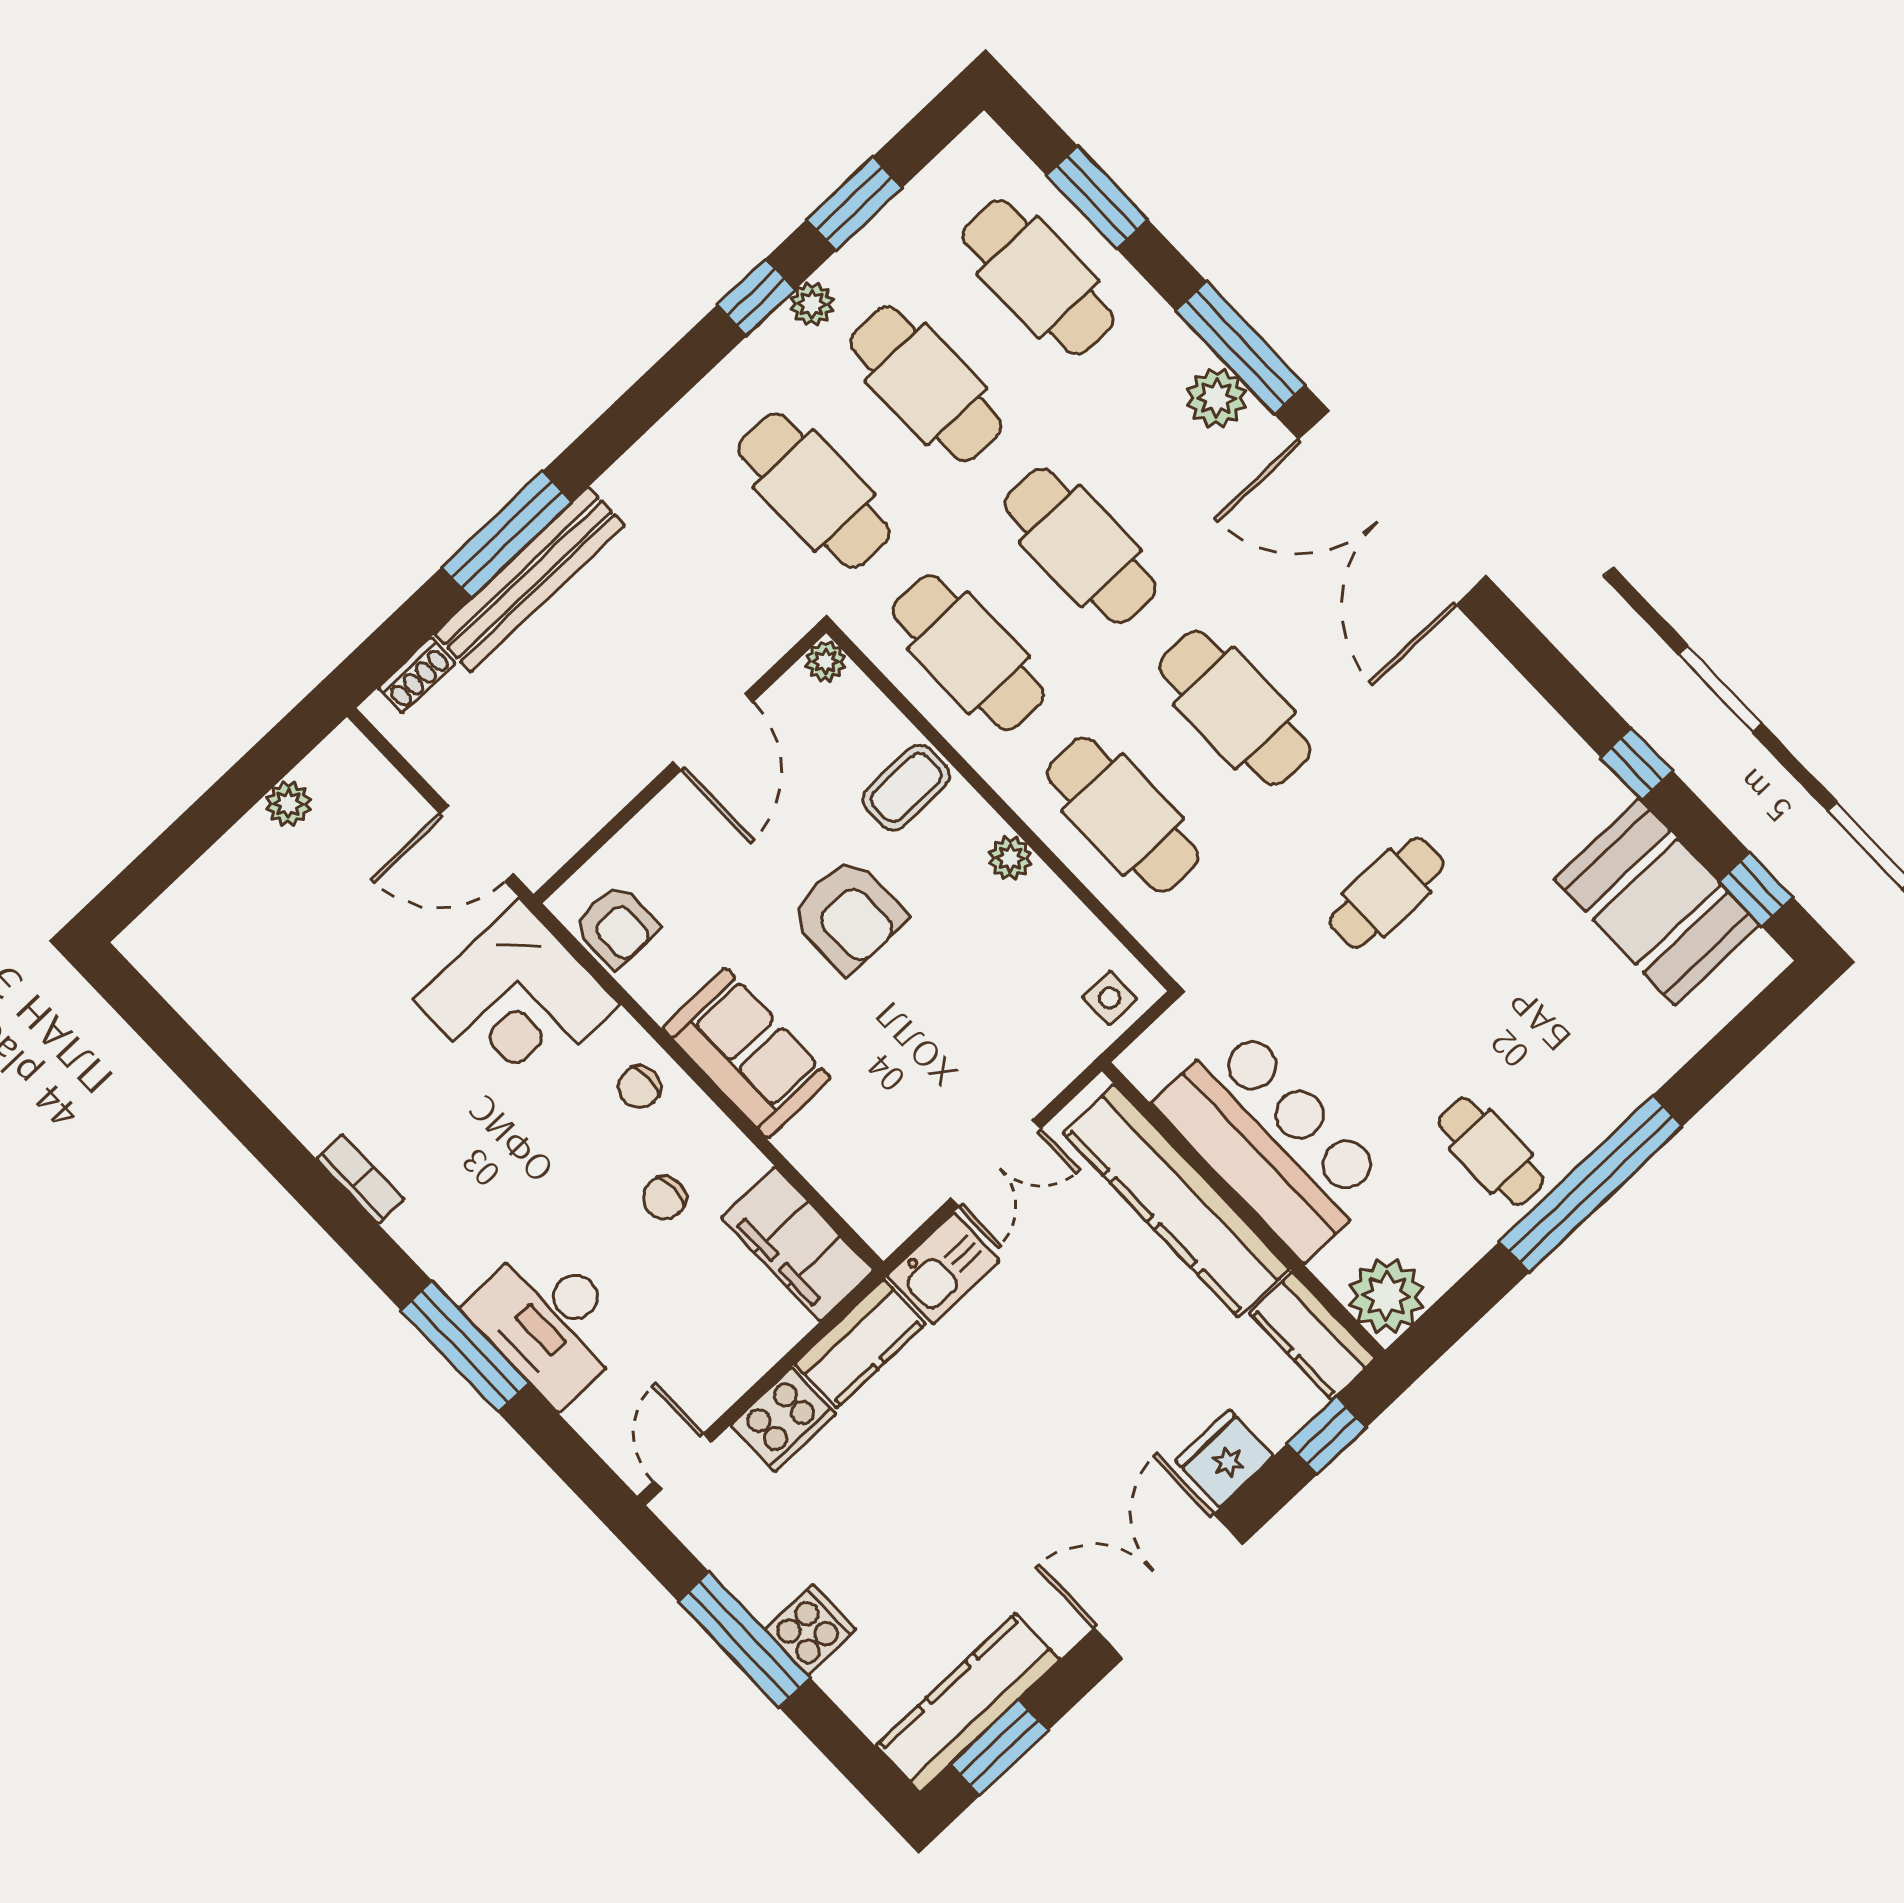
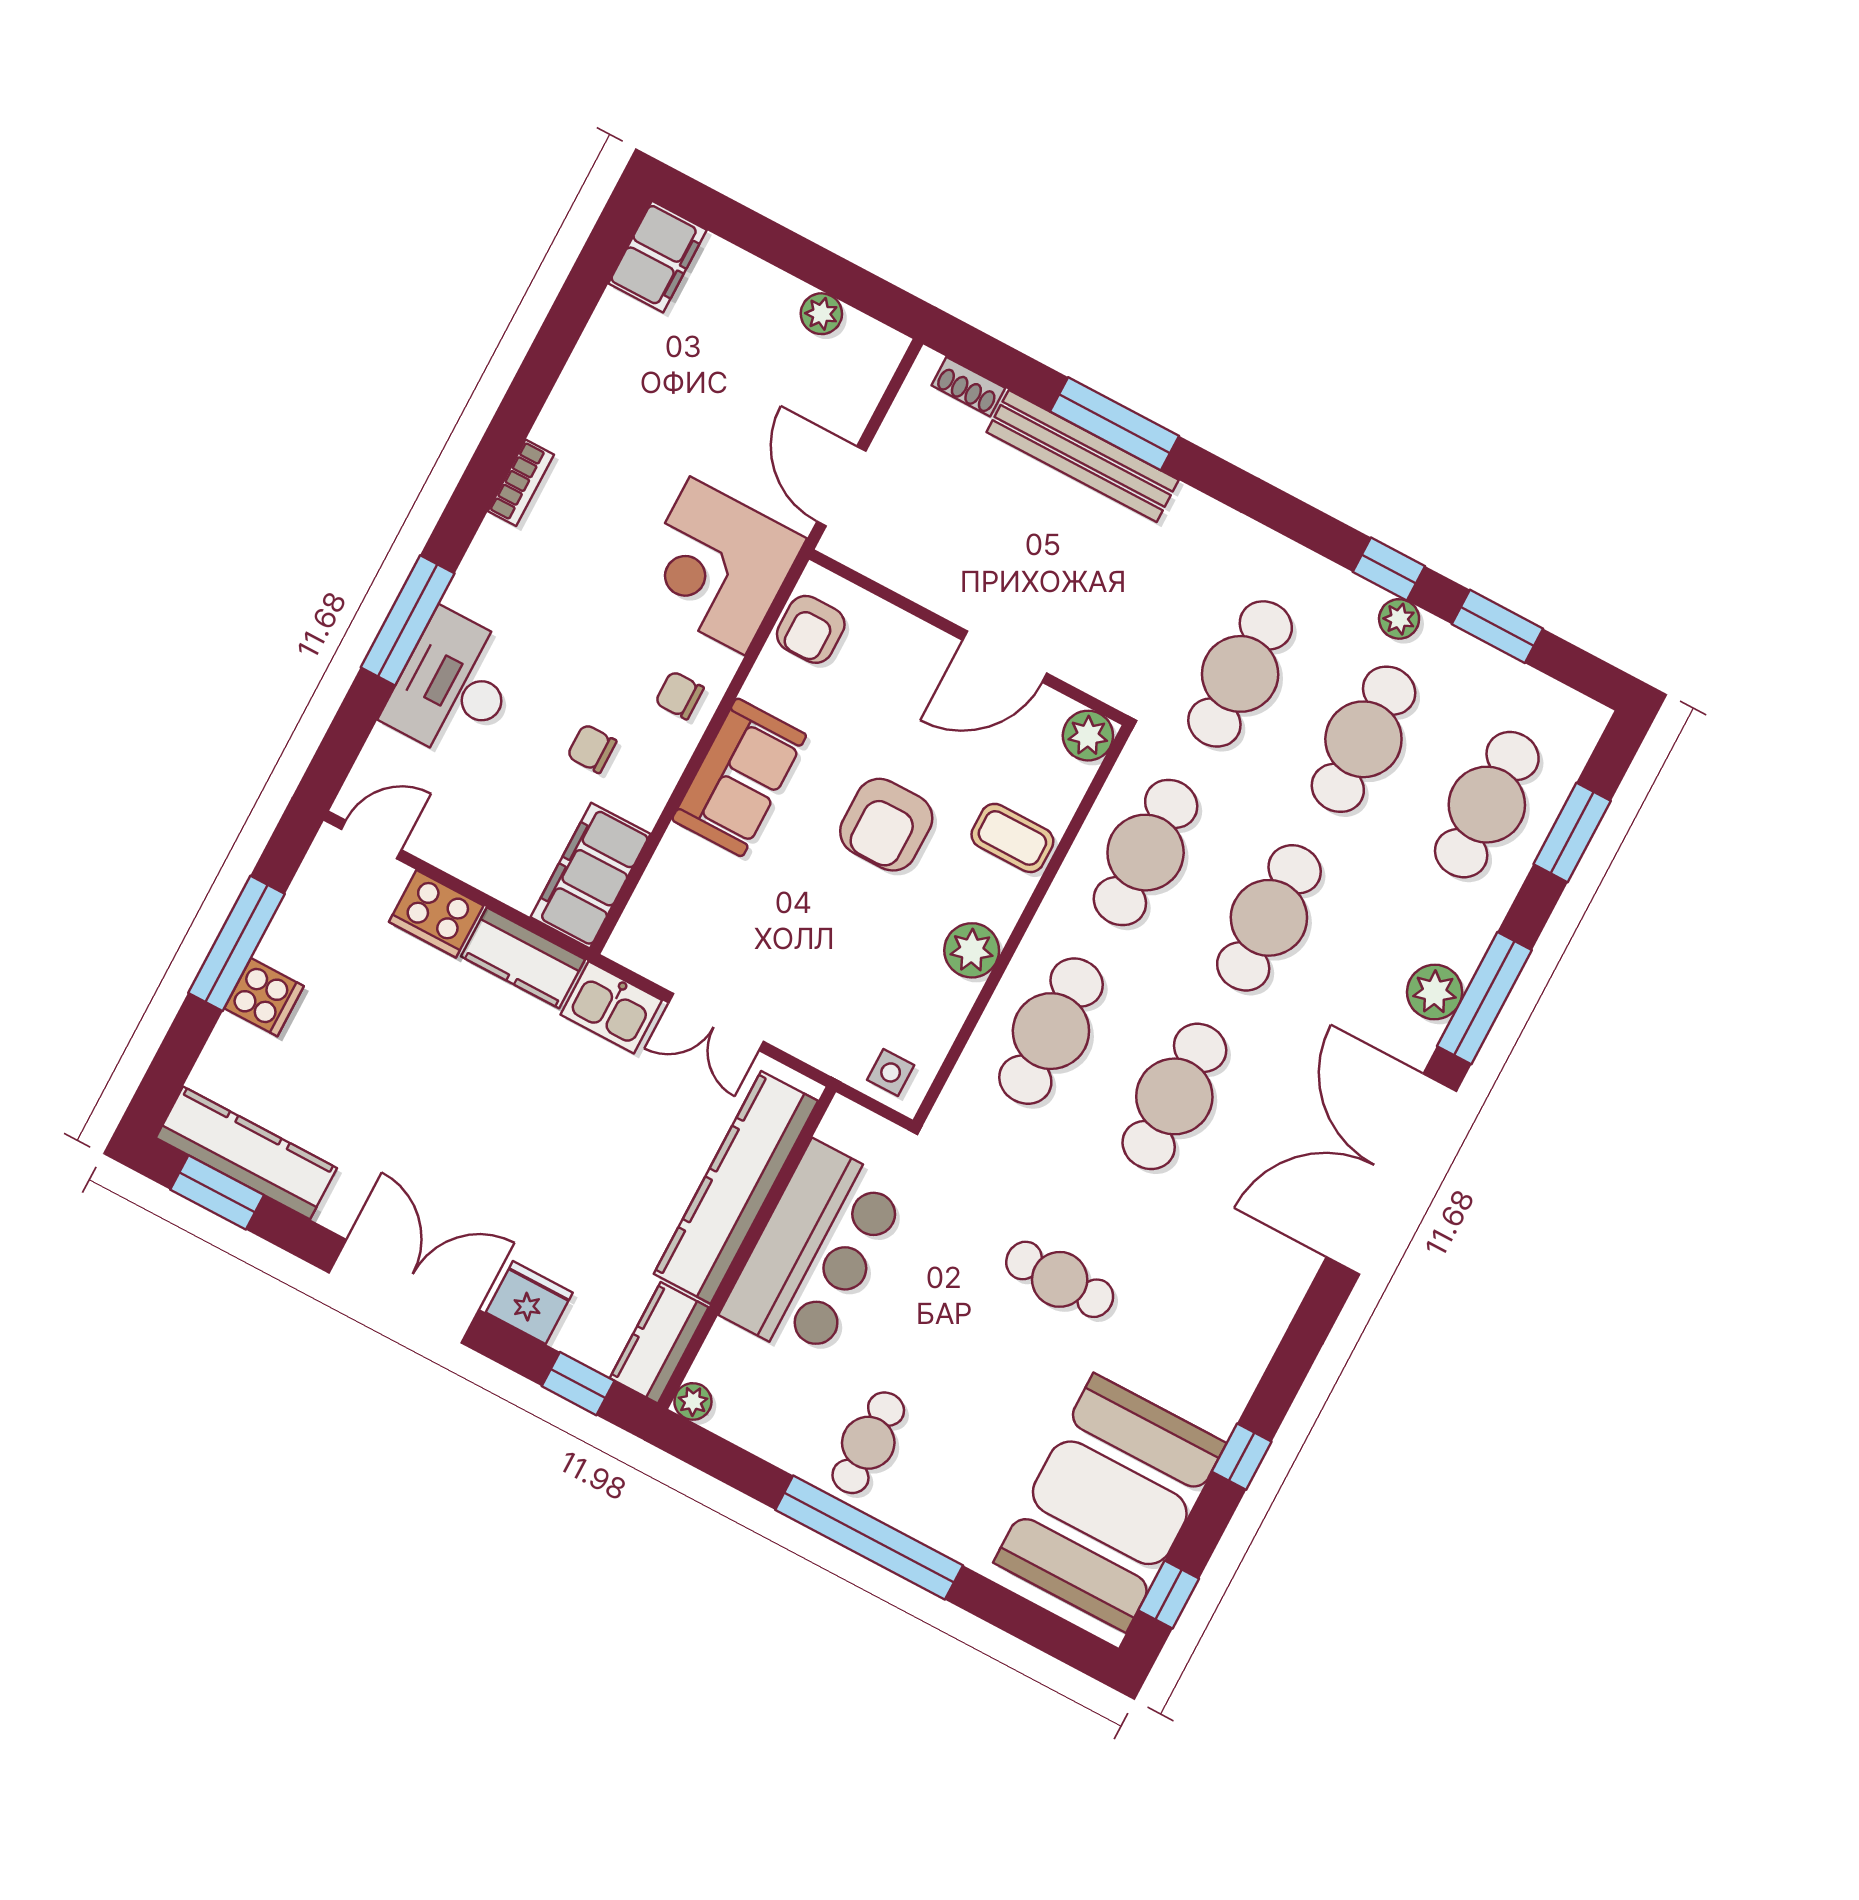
plant: (825, 661) -> (1088, 736), width x1.38, depth x1.38
plant: (1010, 858) -> (972, 950), width x1.38, depth x1.38
booth: (1657, 902) -> (1110, 1503), width x1.36, depth x1.42
filing cabinet: (171, 956) -> (657, 257), added
plant: (1387, 1296) -> (693, 1401), width x0.53, depth x0.53

